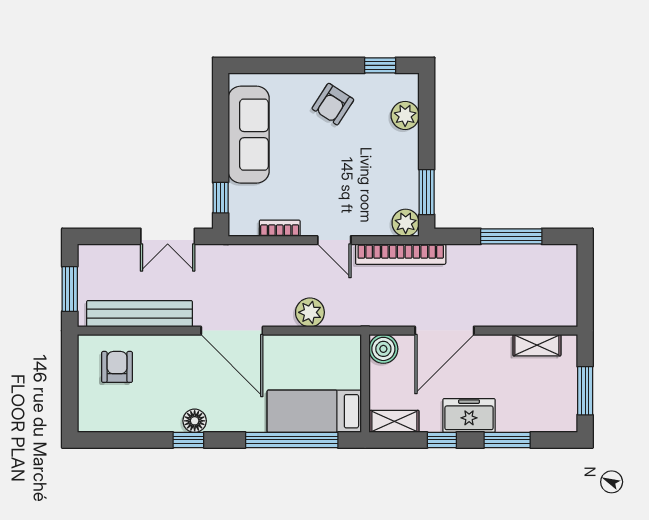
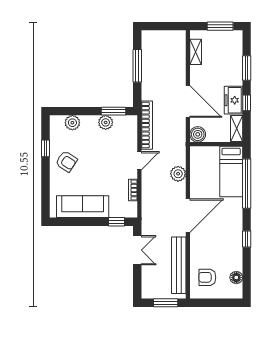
window: (380, 65) -> (46, 148), moved
plant: (406, 223) -> (106, 122), moved
freezer: (469, 415) -> (233, 100), moved
floor lamp: (195, 421) -> (236, 277), moved

